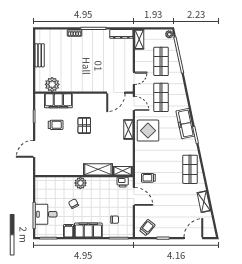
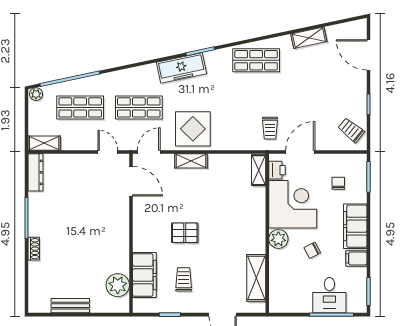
shelving: (98, 169) -> (256, 278), moved
corner desk: (102, 192) -> (293, 204), added

